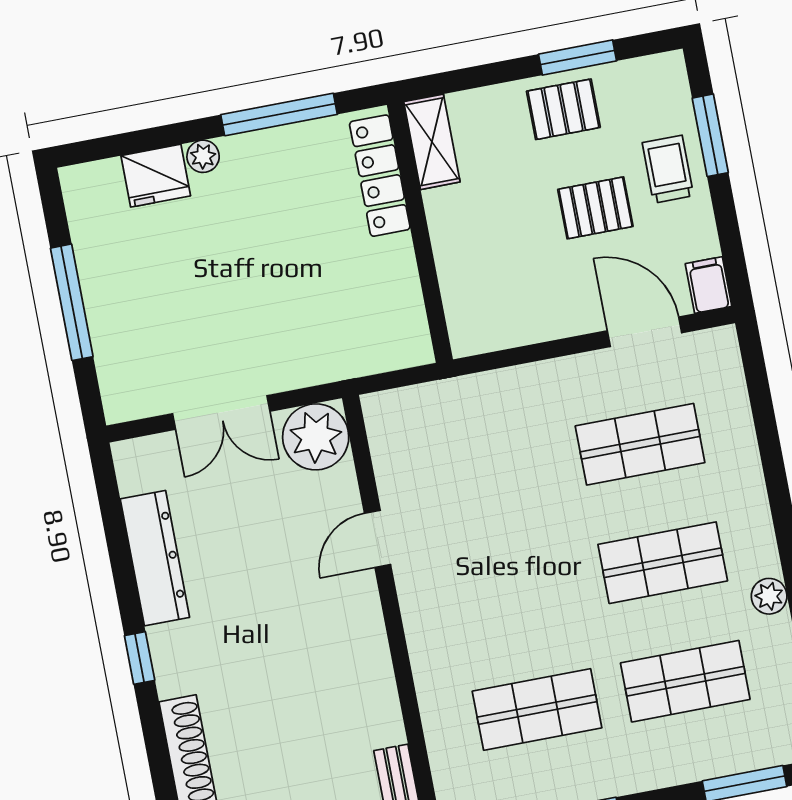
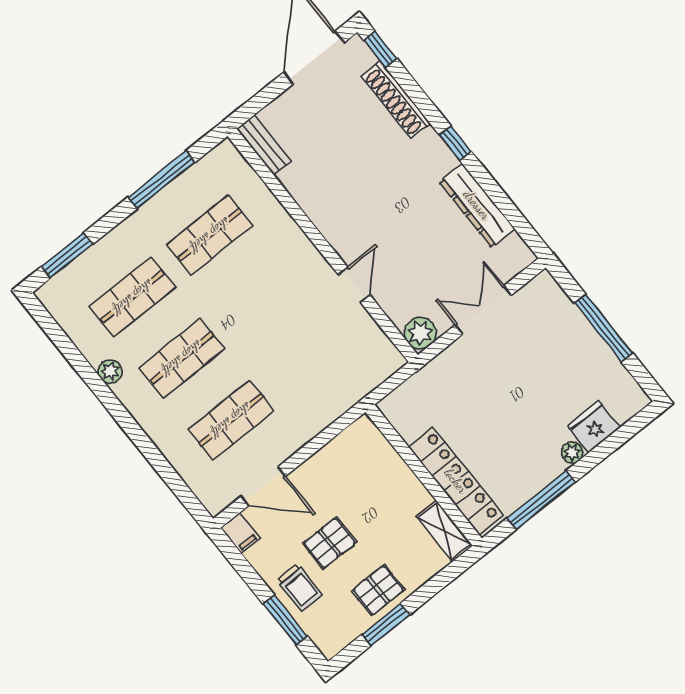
locker: (380, 176) -> (456, 481), width x1.41, depth x1.21
plant: (316, 437) -> (420, 333), width x0.73, depth x0.73

